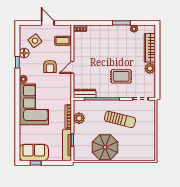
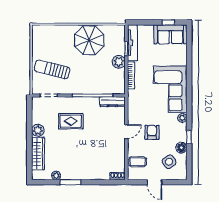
plant: (79, 118) -> (119, 62), moved
sun lounger: (120, 119) -> (52, 69), moved

